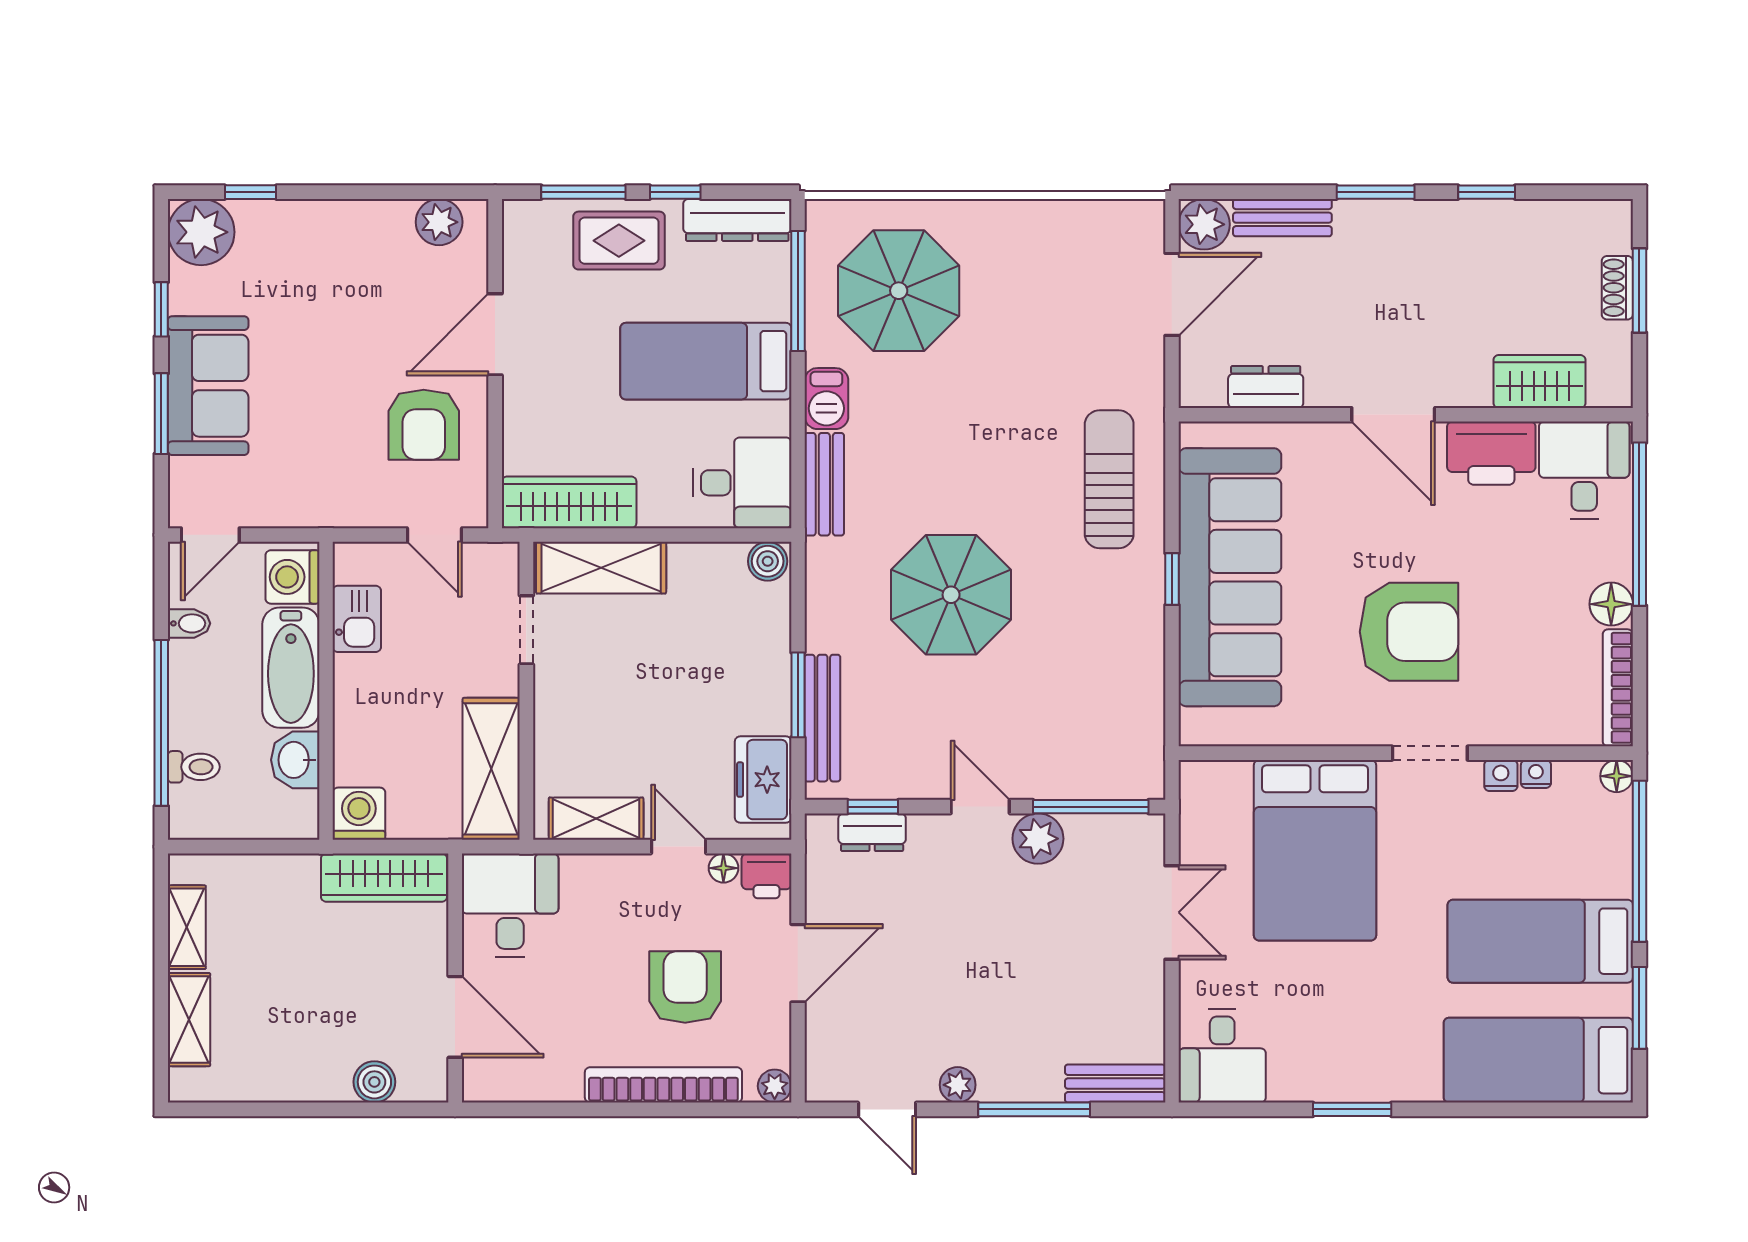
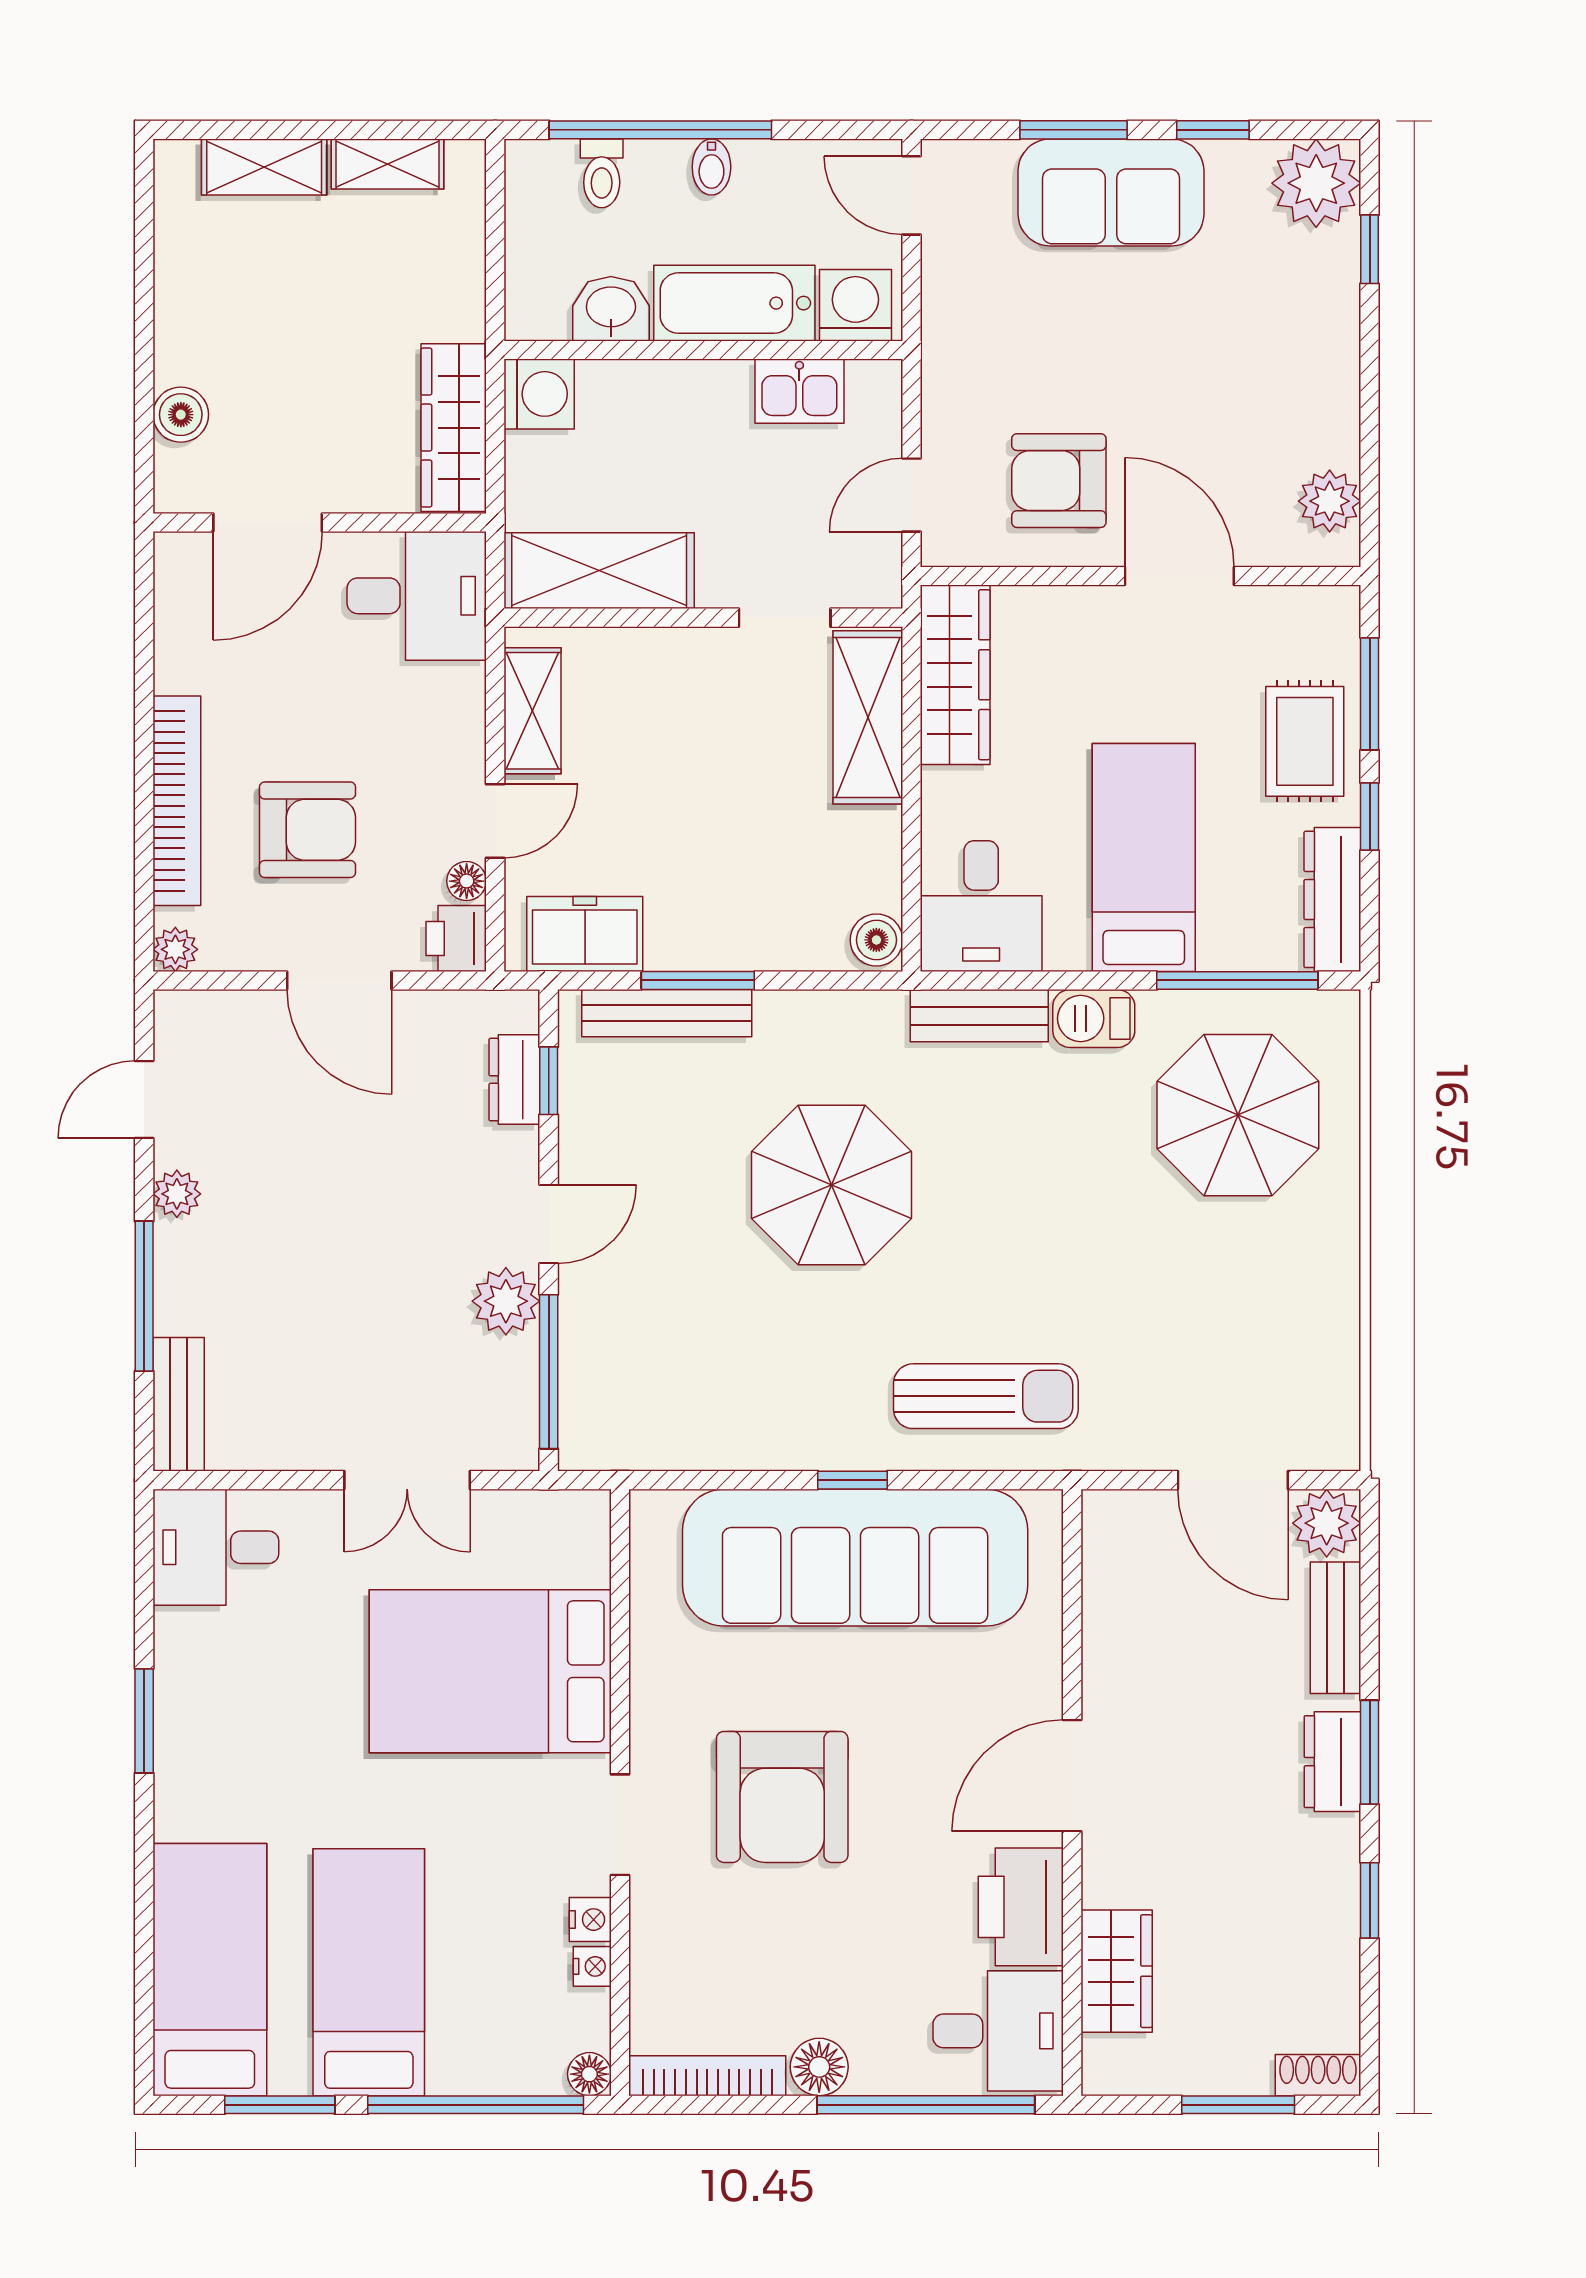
shoe rack: (1617, 288) -> (1318, 2075), moved
dresser: (1266, 387) -> (1332, 1762), moved, turned 180
bidet: (189, 623) -> (711, 167), moved

